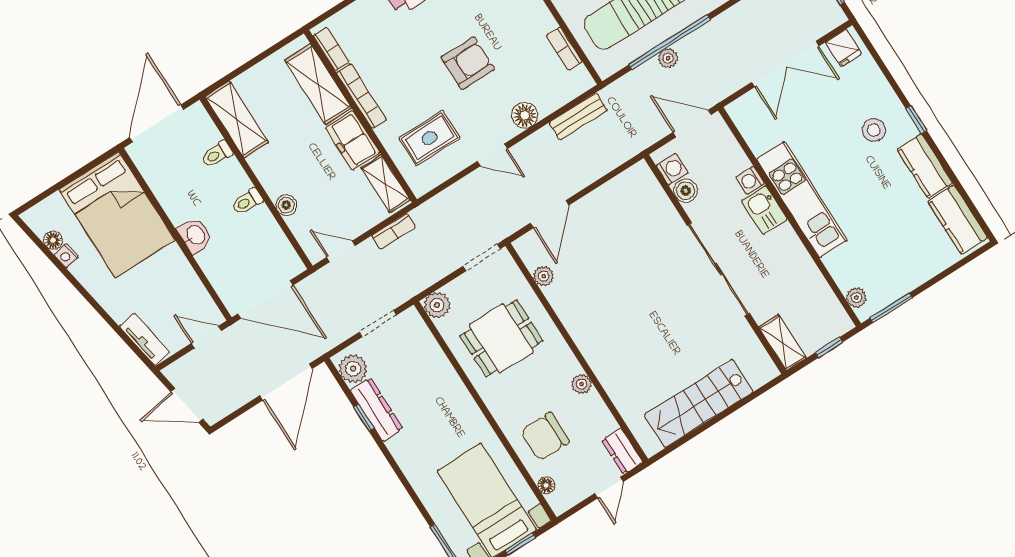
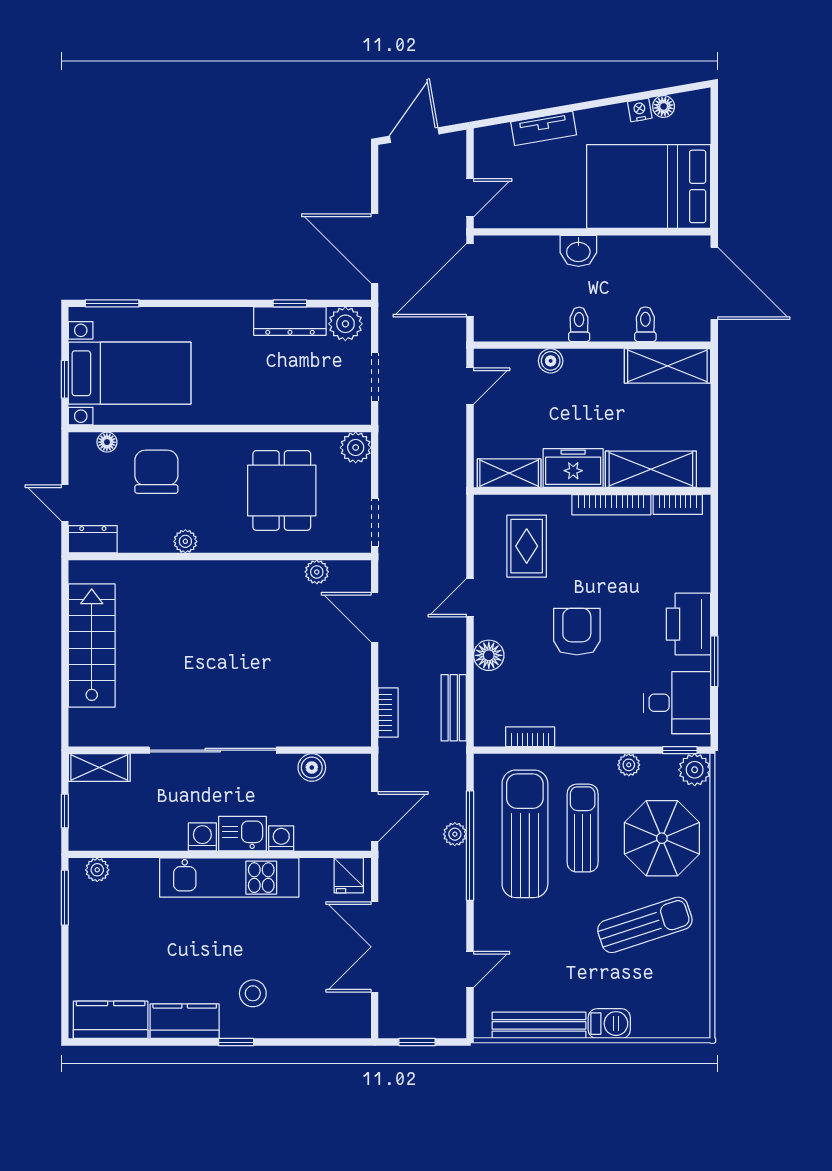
fridge: (843, 48) -> (349, 875), moved, turned -90
armchair: (468, 63) -> (577, 632), turned 180
washing machine: (672, 169) -> (202, 837), moved, turned 180
bookcase: (394, 231) -> (388, 713), moved, turned 180
tv unit: (144, 339) -> (544, 128), moved

